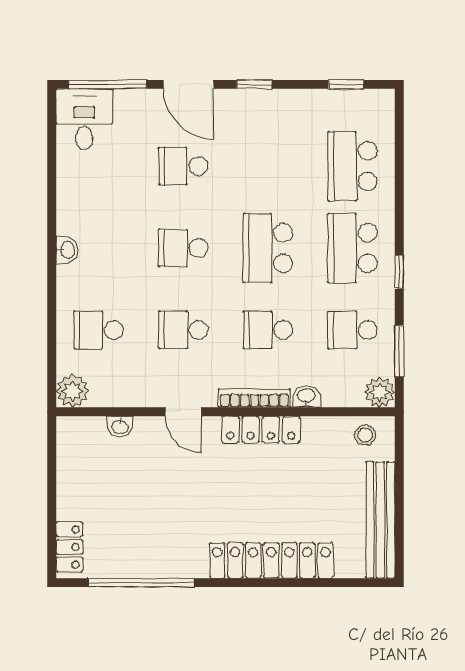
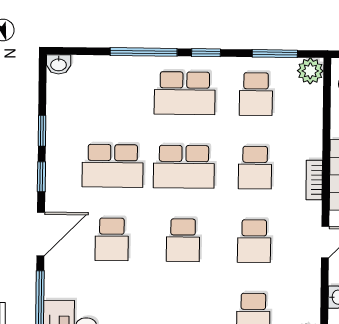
window: (346, 84) -> (42, 131), moved
school desk: (352, 166) -> (113, 166), moved
window: (399, 200) -> (144, 52), added
washbasin: (306, 396) -> (59, 64), moved, turned -90
bookcase: (254, 398) -> (314, 180), width x0.64

